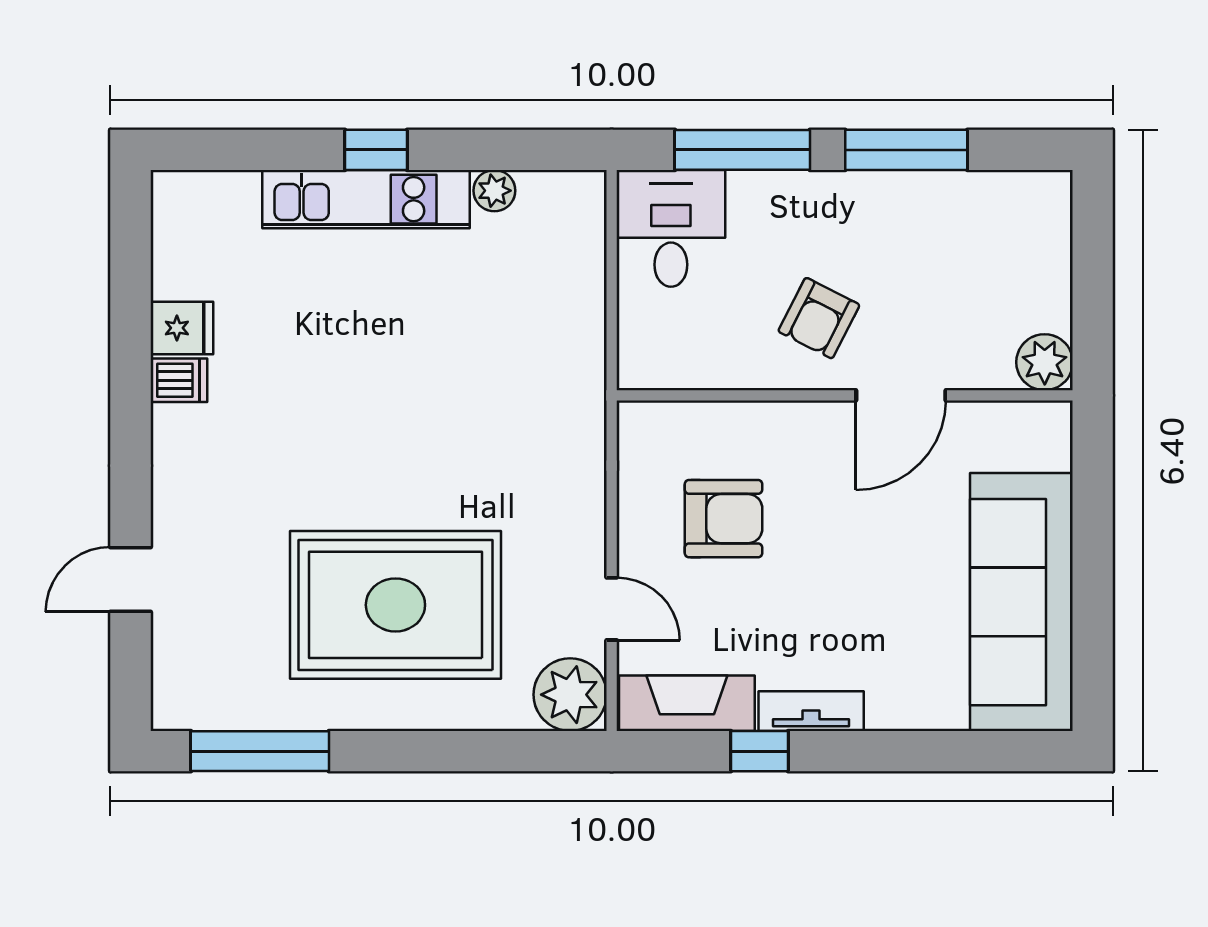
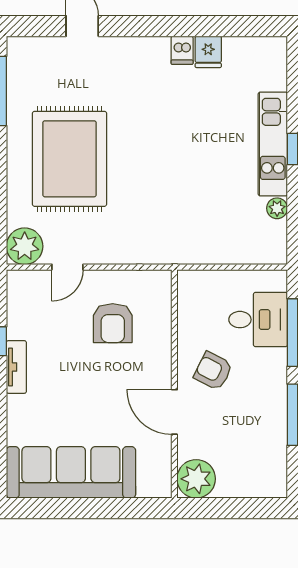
desk: (671, 228) -> (258, 320), moved
plant: (1045, 362) -> (196, 479), width x1.36, depth x1.36
fireplace: (687, 703) -> (20, 305), removed

